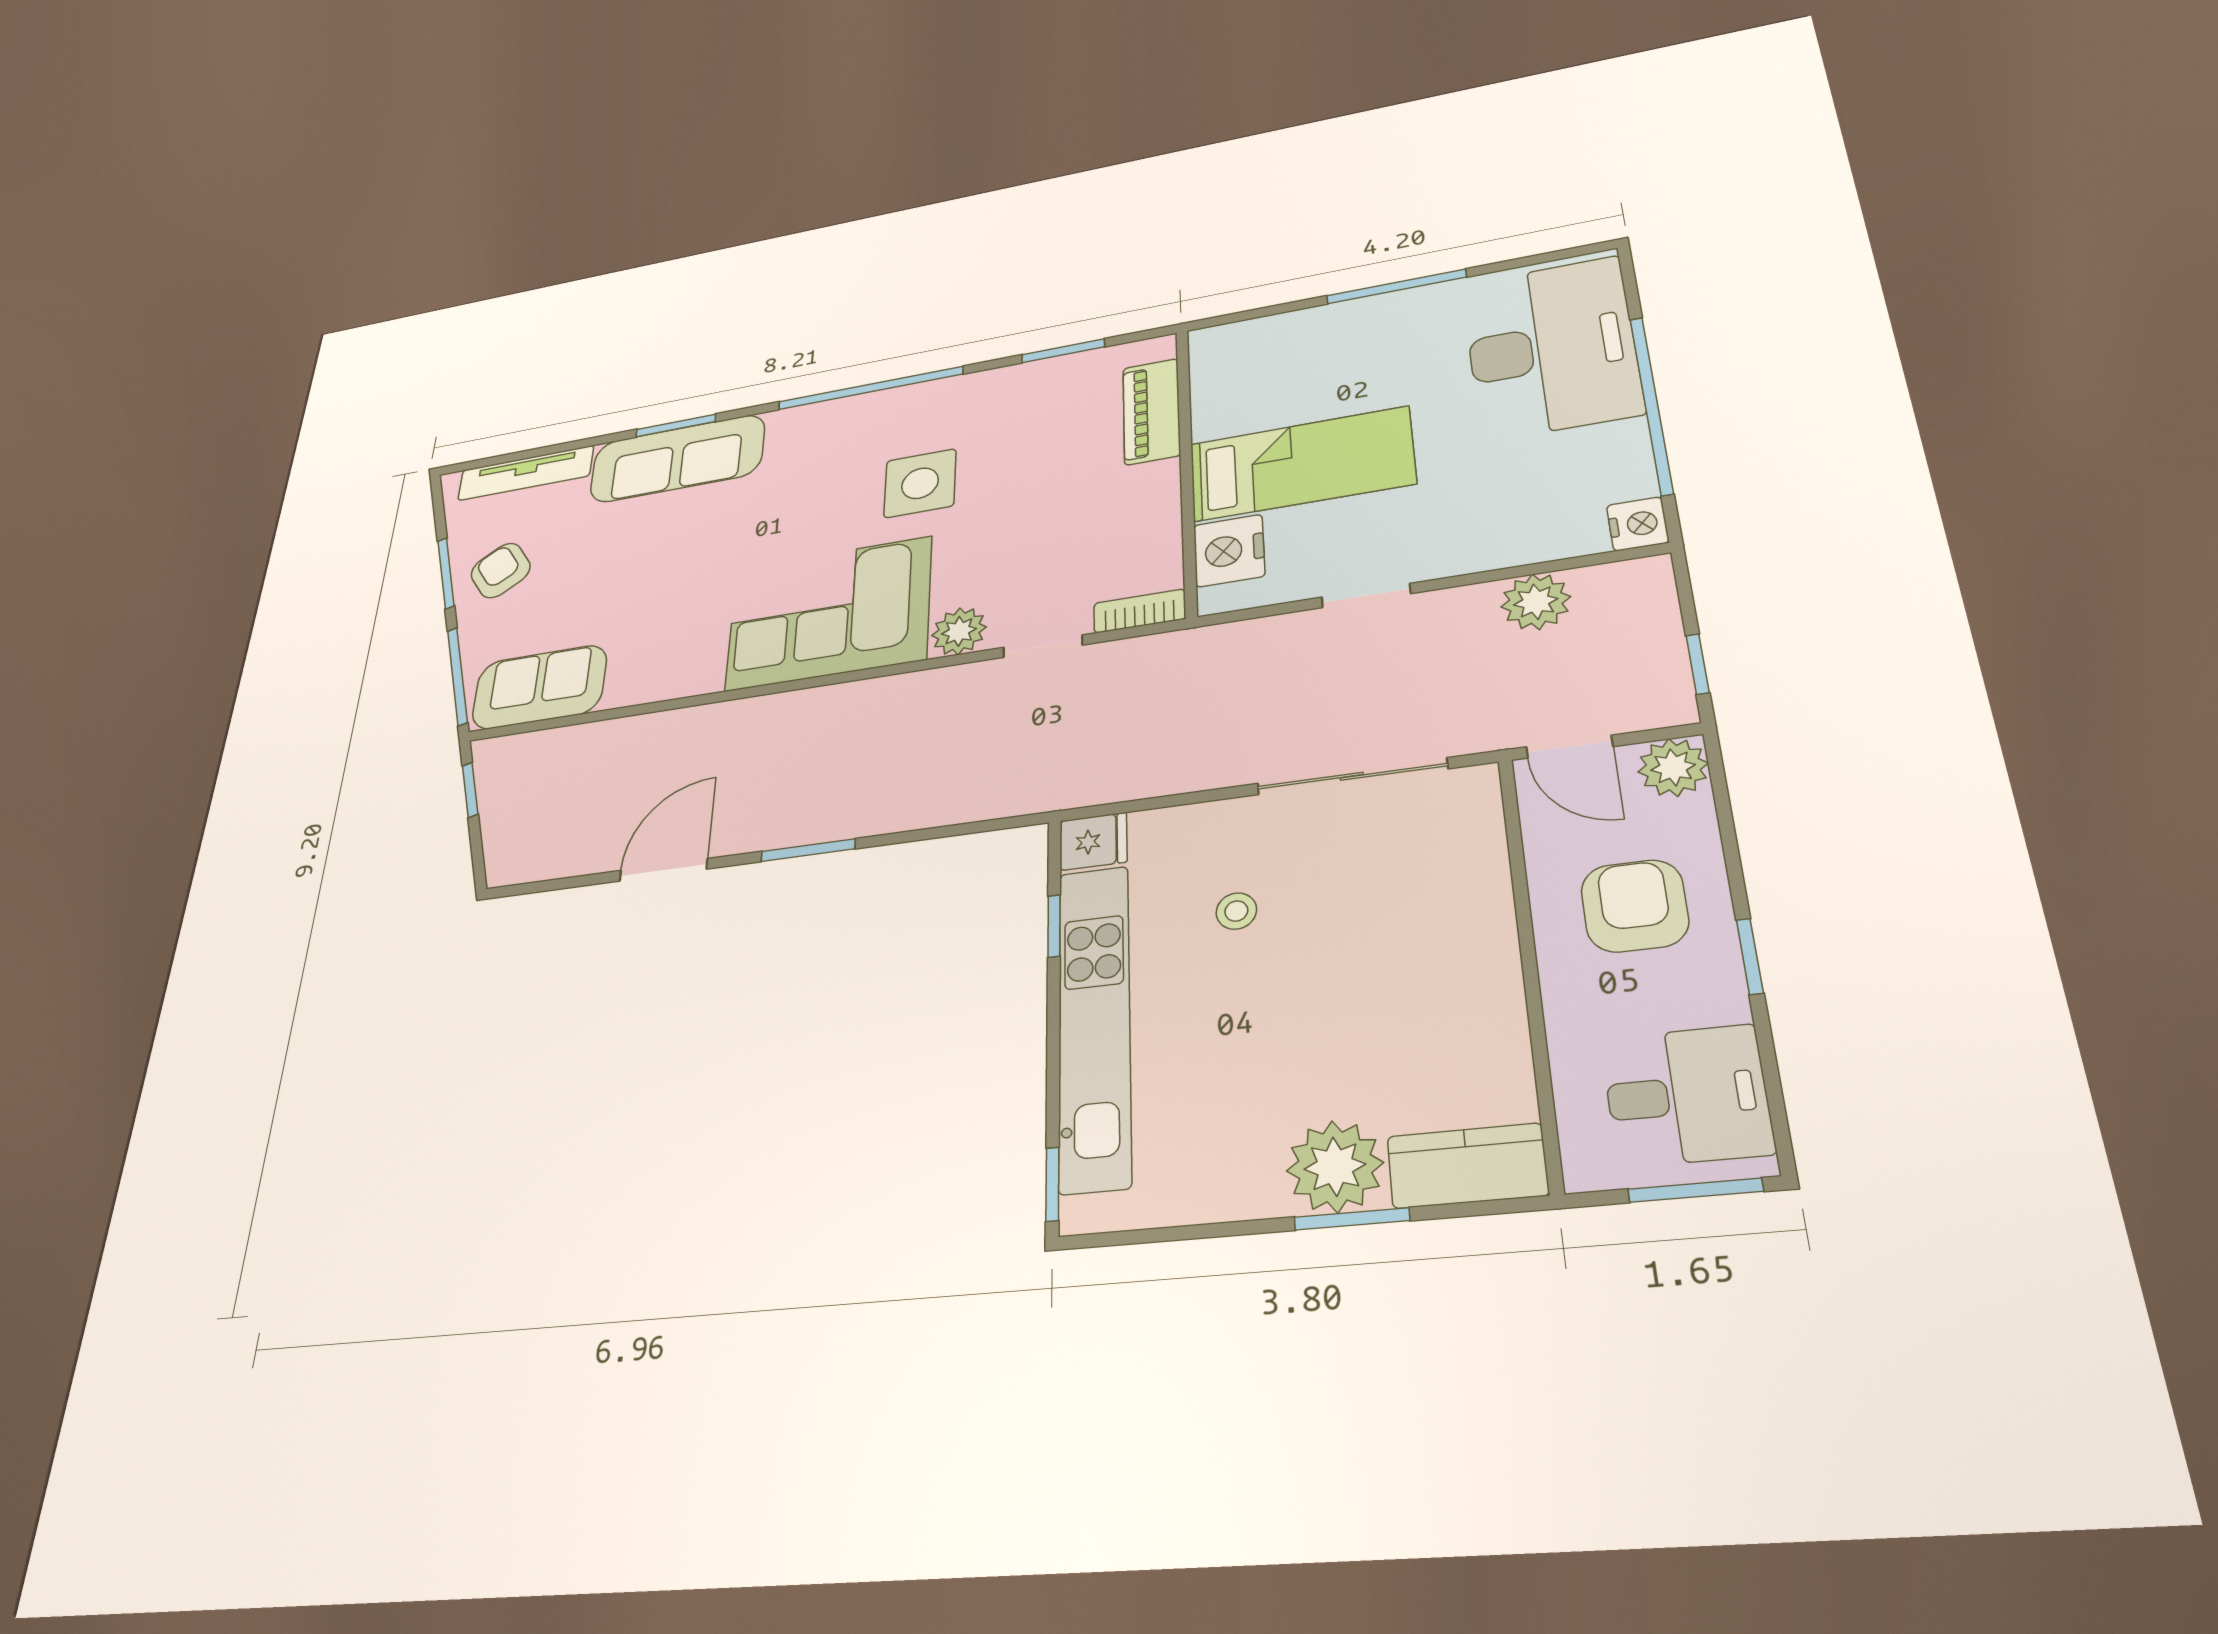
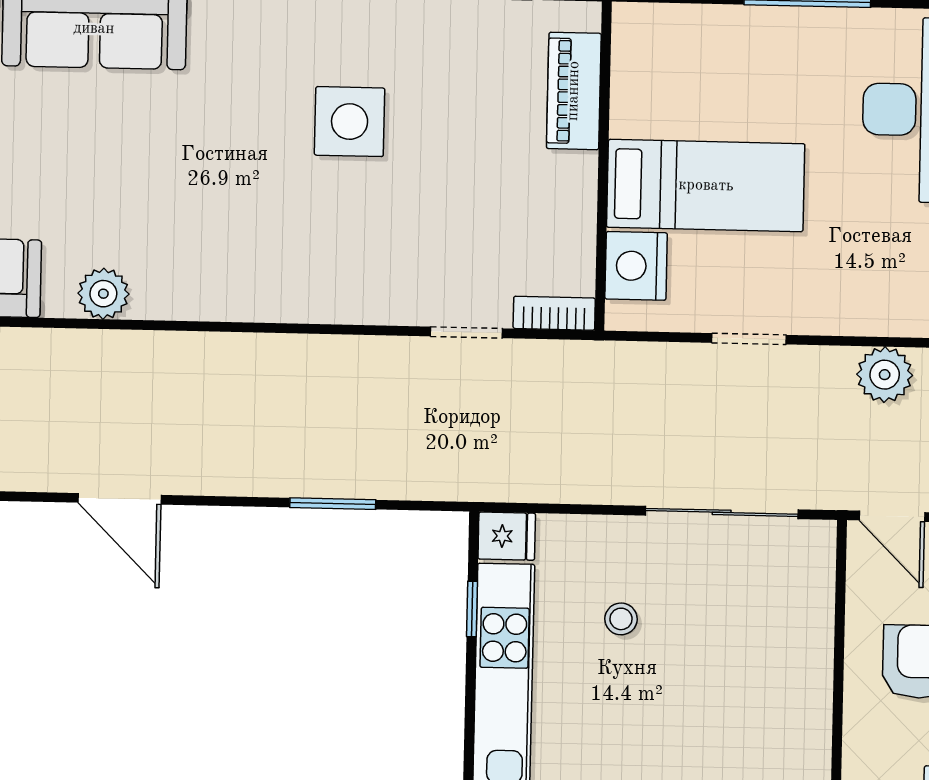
corner sofa: (829, 613) -> (264, 254), removed
plant: (959, 631) -> (103, 294), moved
window: (808, 850) -> (333, 504), moved
door: (664, 870) -> (120, 499), swing flipped

